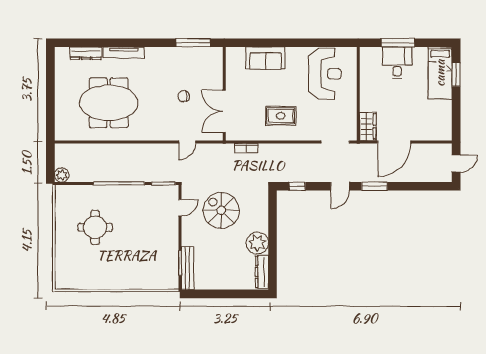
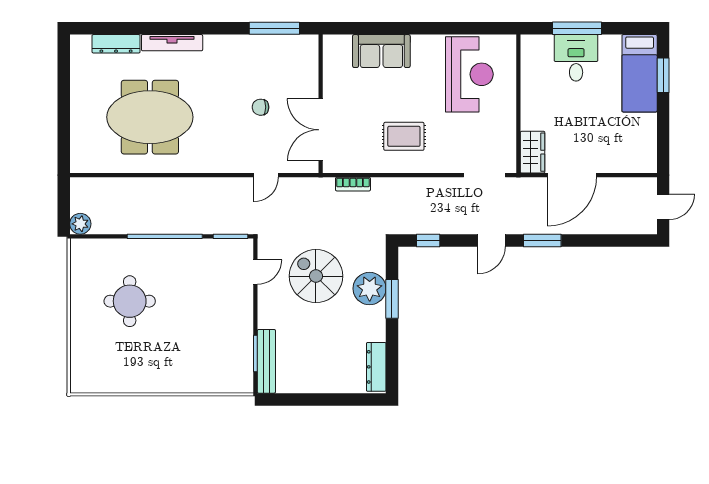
window: (273, 226) -> (392, 299), added
plant: (257, 243) -> (370, 289), moved

